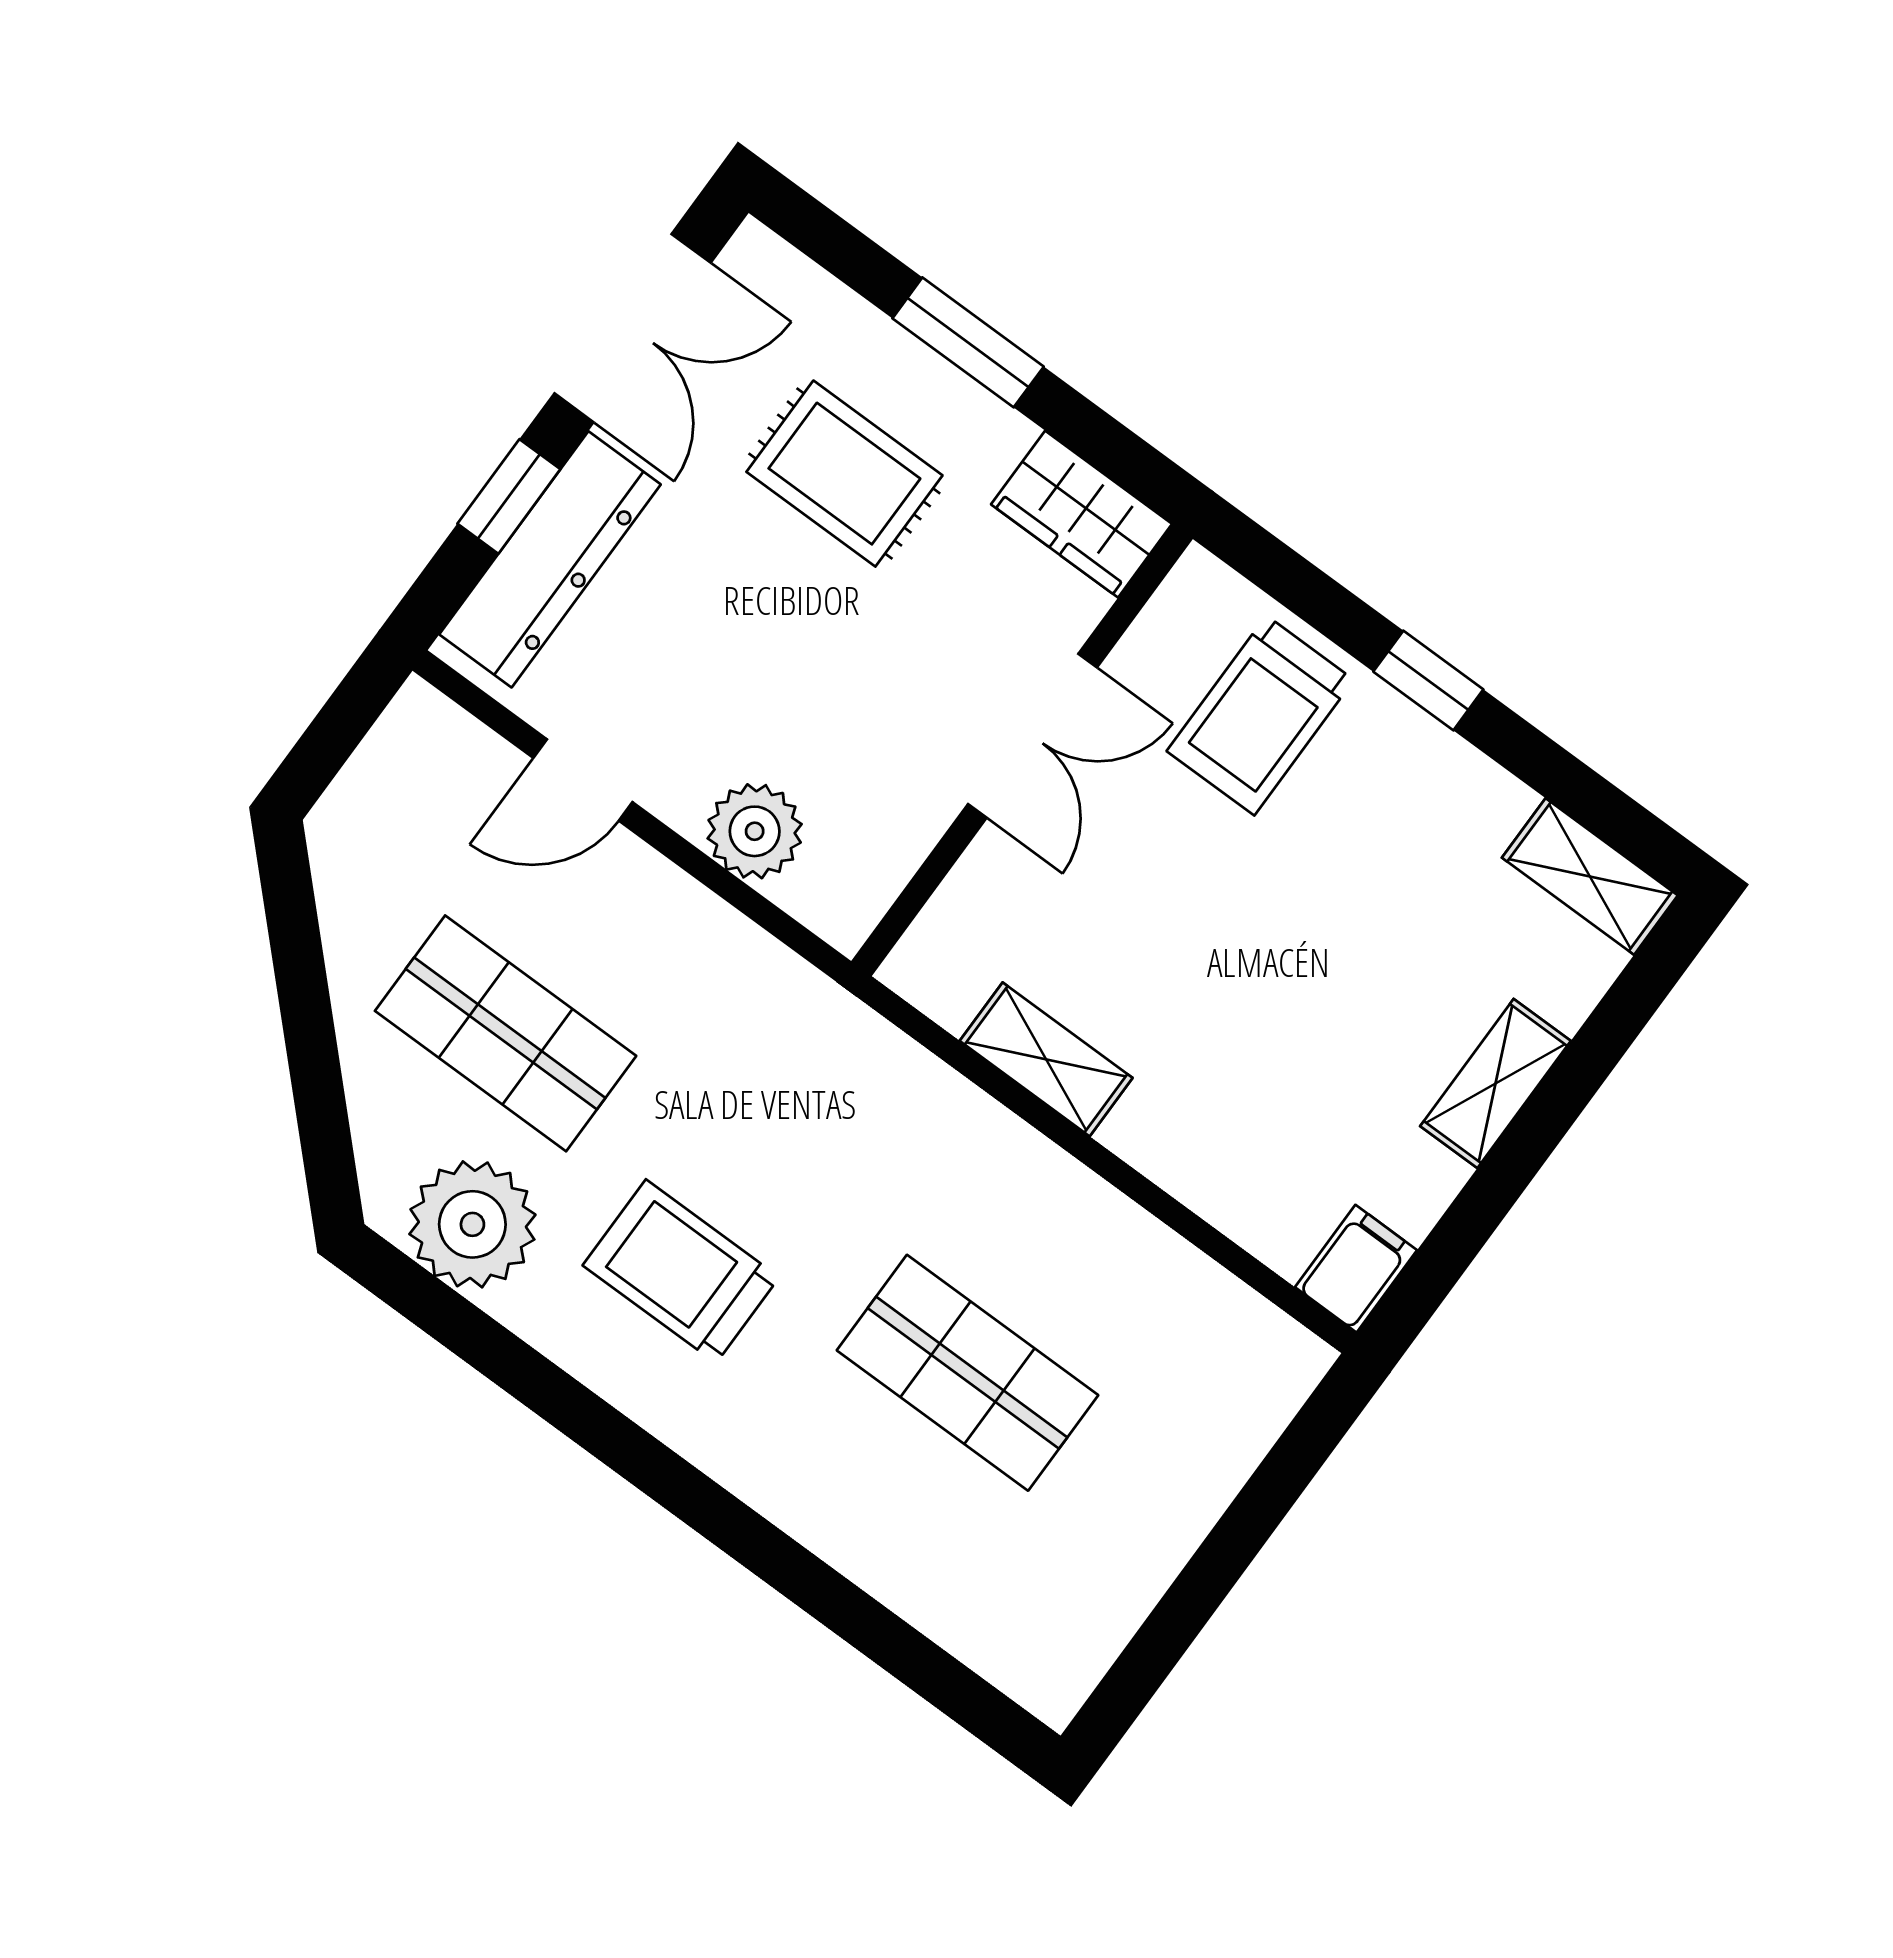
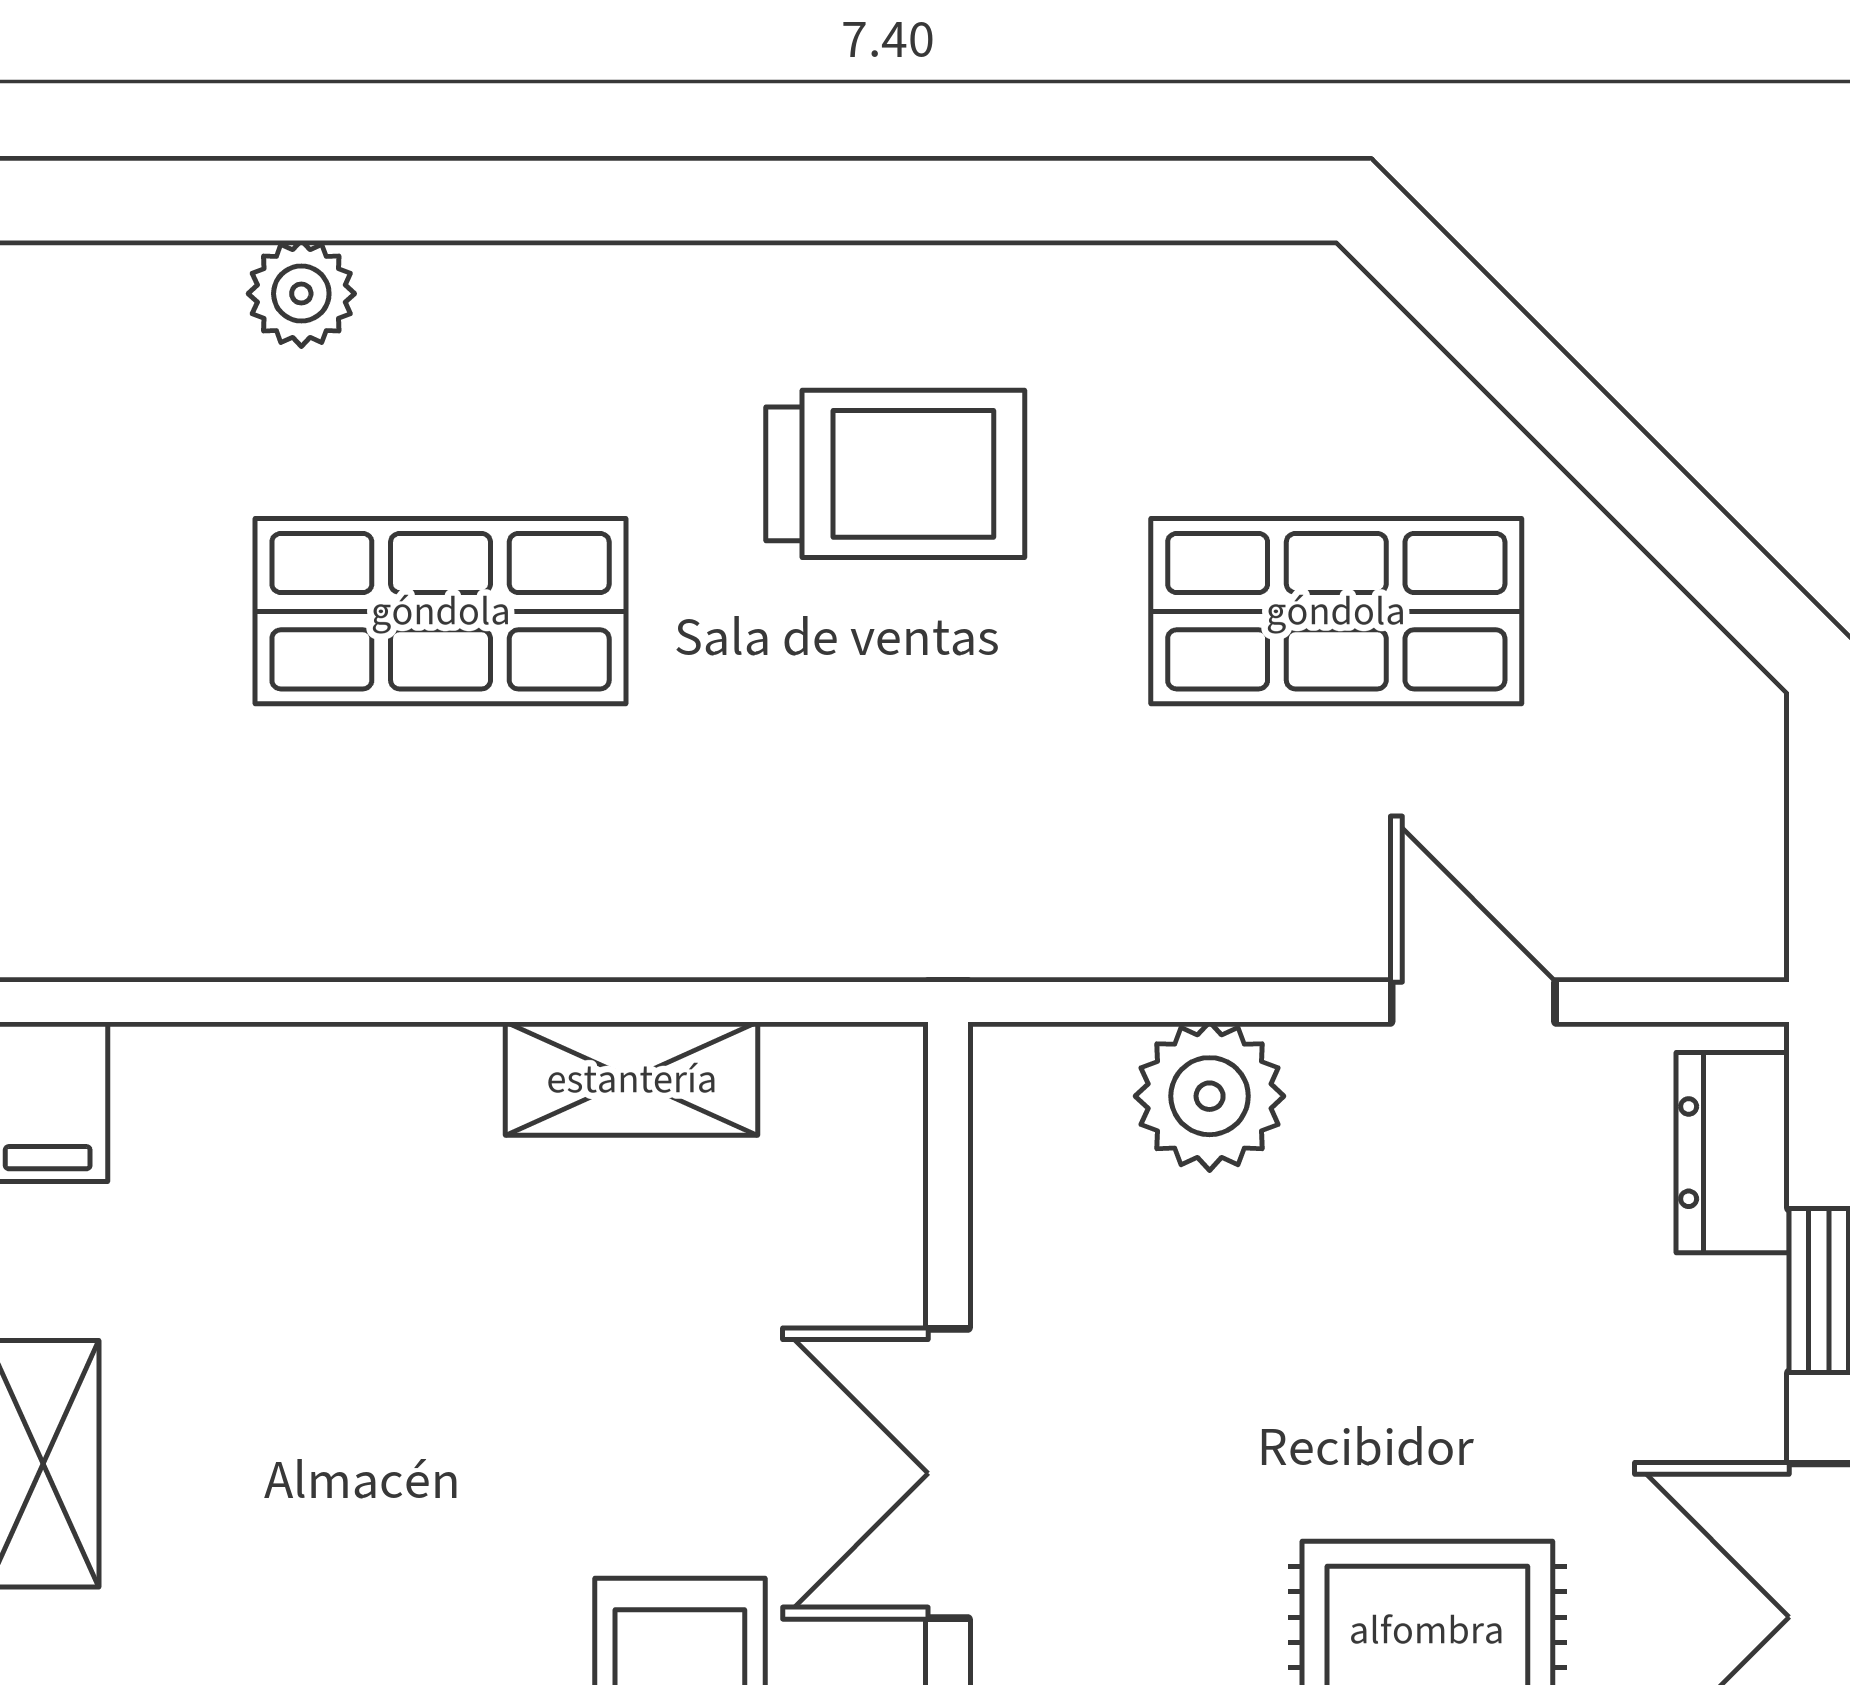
dresser: (550, 559) -> (1733, 1153), width x0.51, depth x0.80
door: (583, 780) -> (1473, 1002), hinge flipped
plant: (472, 1224) -> (301, 294), moved, width x0.53, depth x0.53

